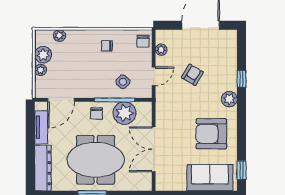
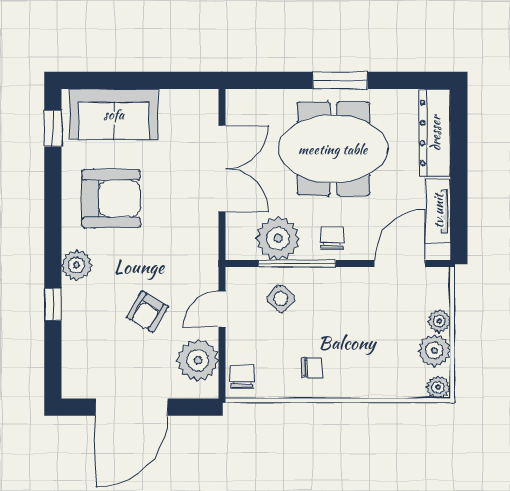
plant: (59, 36) -> (438, 387), moved
plant: (161, 50) -> (198, 360), width x1.87, depth x1.87

